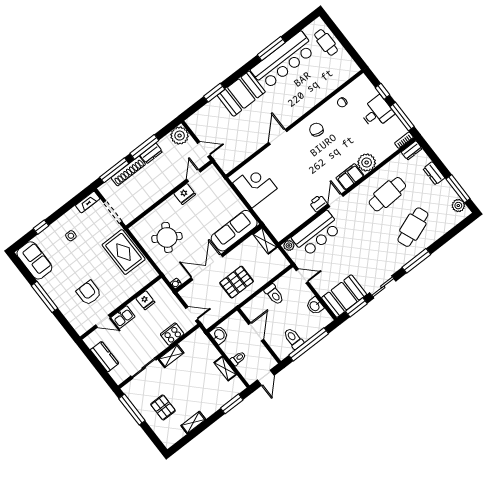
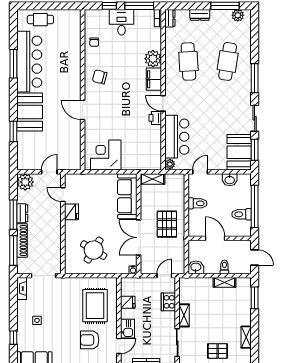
cafe table: (413, 227) -> (228, 61), turned 30
rug: (124, 252) -> (95, 306), moved, turned 90

